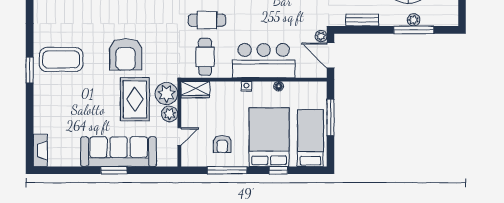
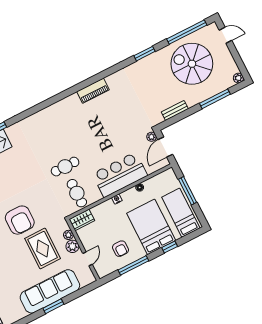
plant: (414, 20) -> (238, 78), moved
door: (331, 55) -> (165, 147), hinge flipped
plant: (166, 94) -> (68, 235), width x0.53, depth x0.53

